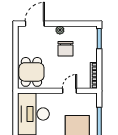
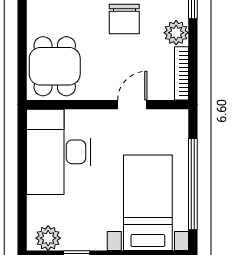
plant: (91, 55) -> (176, 33), added

